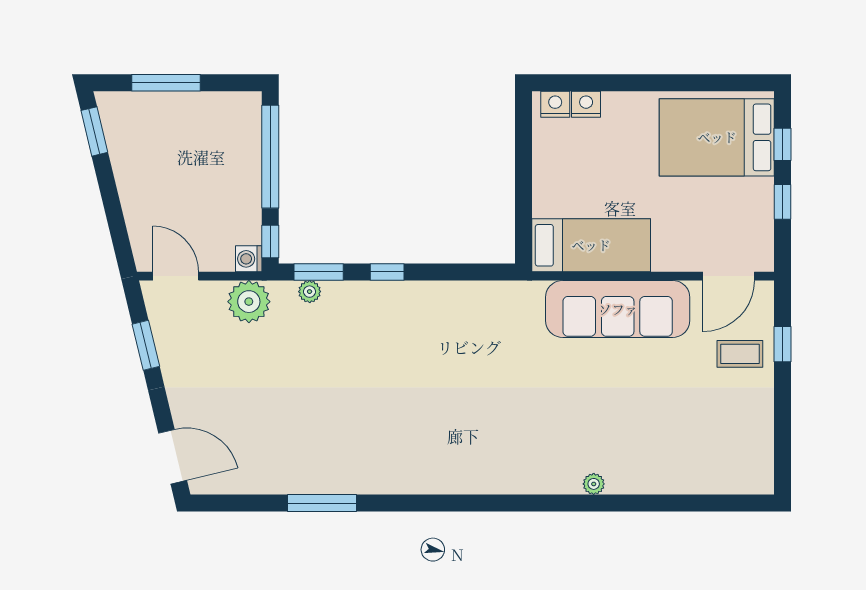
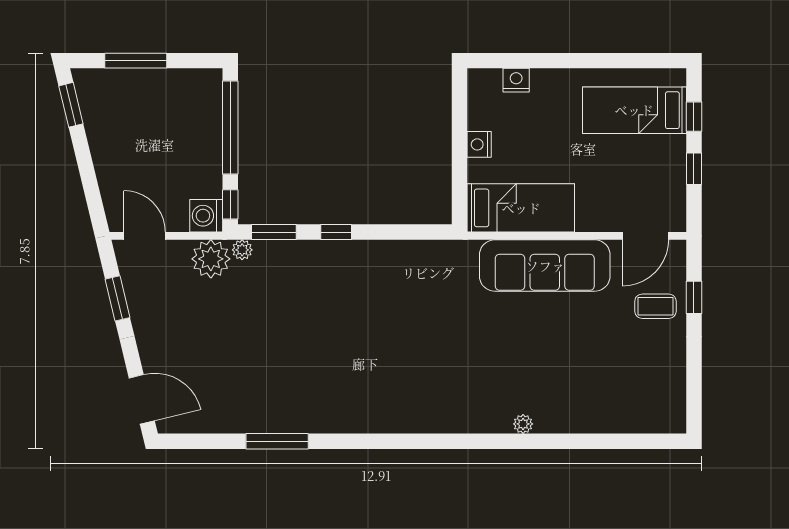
nightstand: (555, 104) -> (479, 144), moved, turned -90
bed: (717, 137) -> (634, 110), width x0.67
washing machine: (249, 259) -> (206, 216), width x1.38, depth x1.38
plant: (310, 292) -> (242, 250), moved

